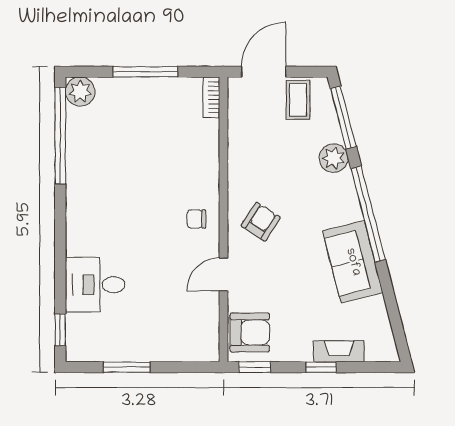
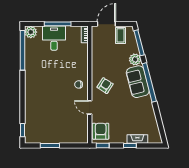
sofa: (353, 262) -> (138, 82), moved
door: (223, 274) -> (90, 107), hinge flipped
desk: (95, 285) -> (54, 38), moved, turned 90
armchair: (250, 332) -> (101, 131), turned -90

